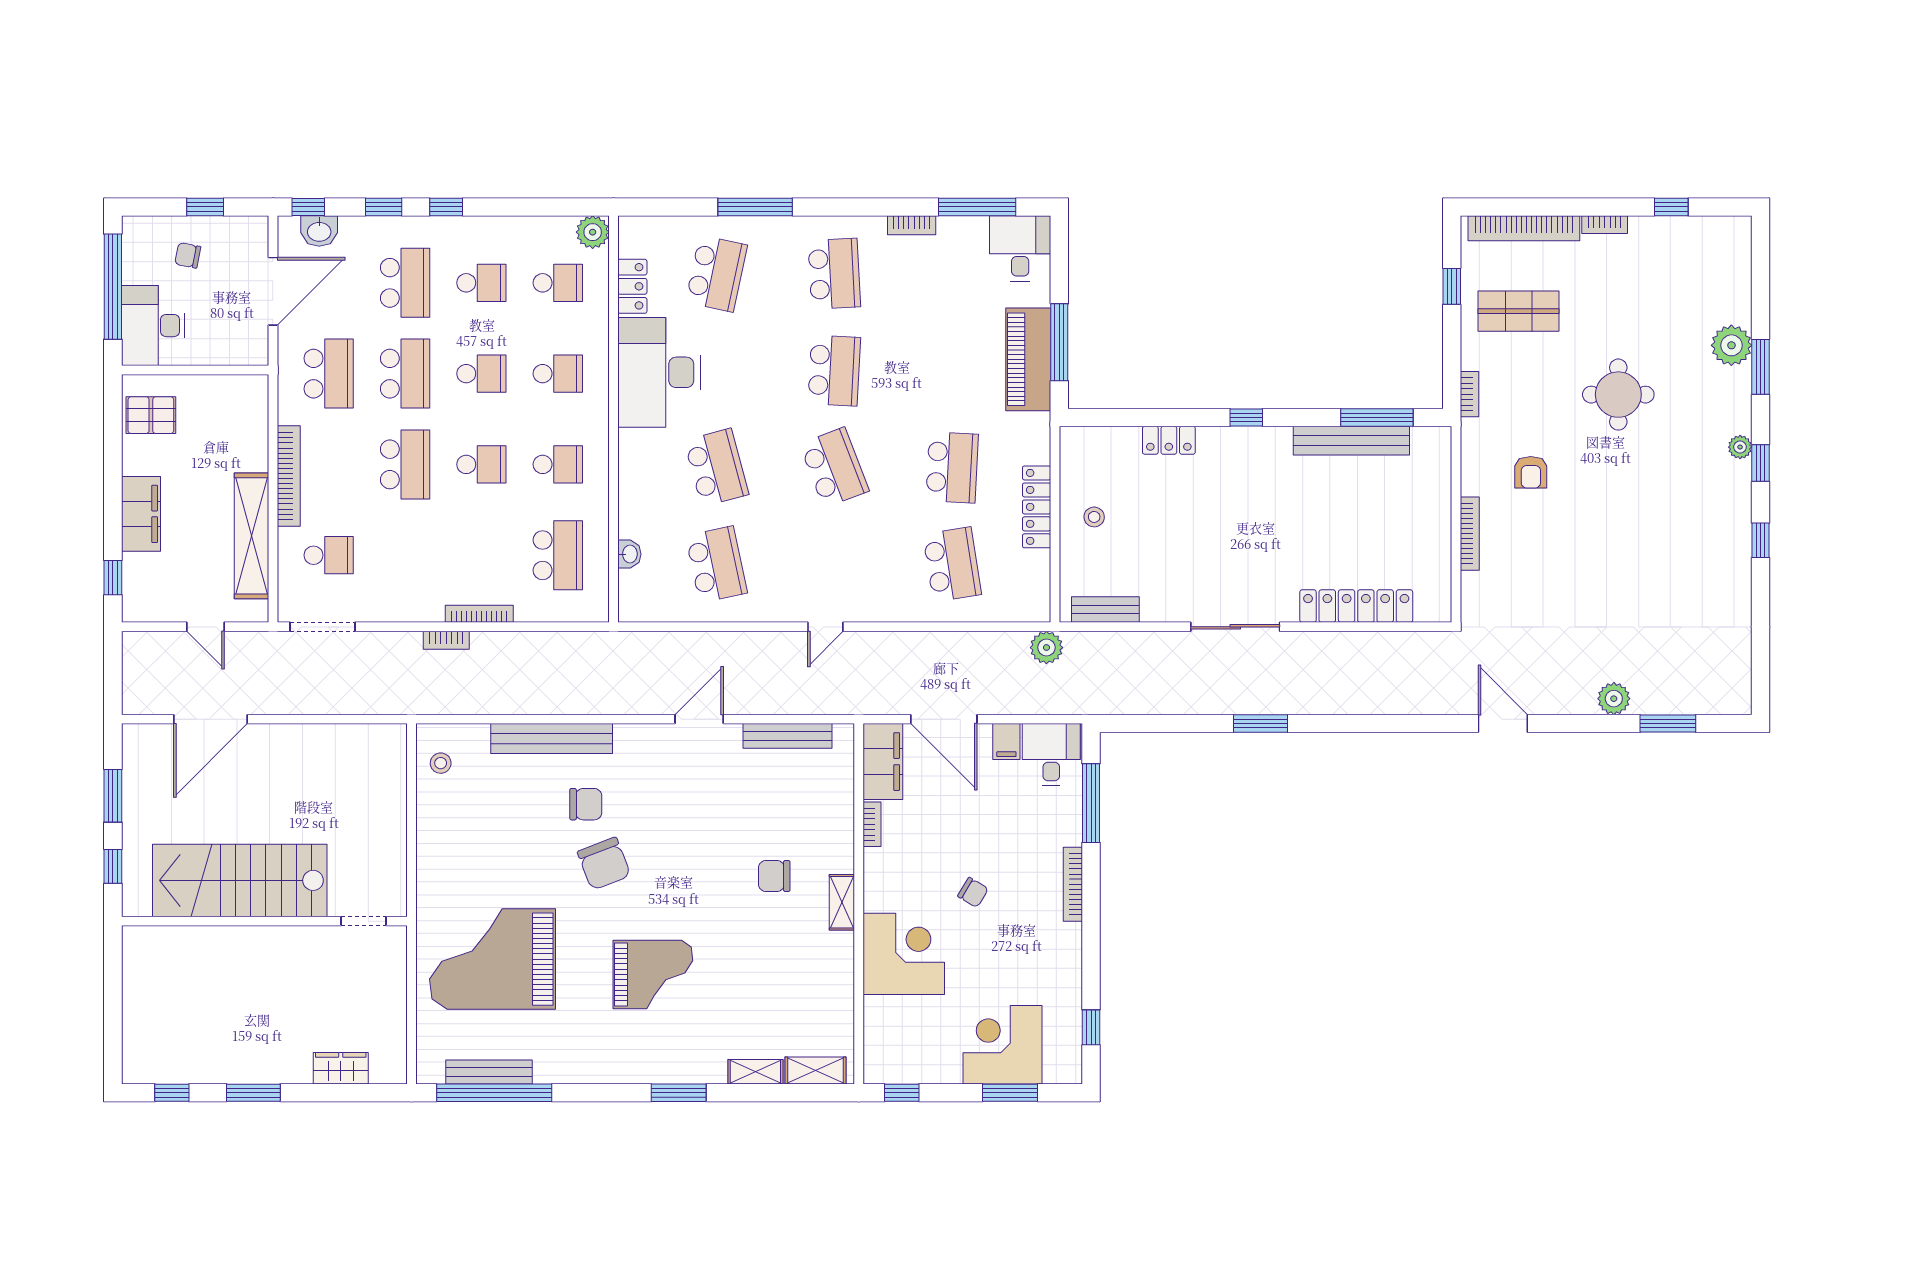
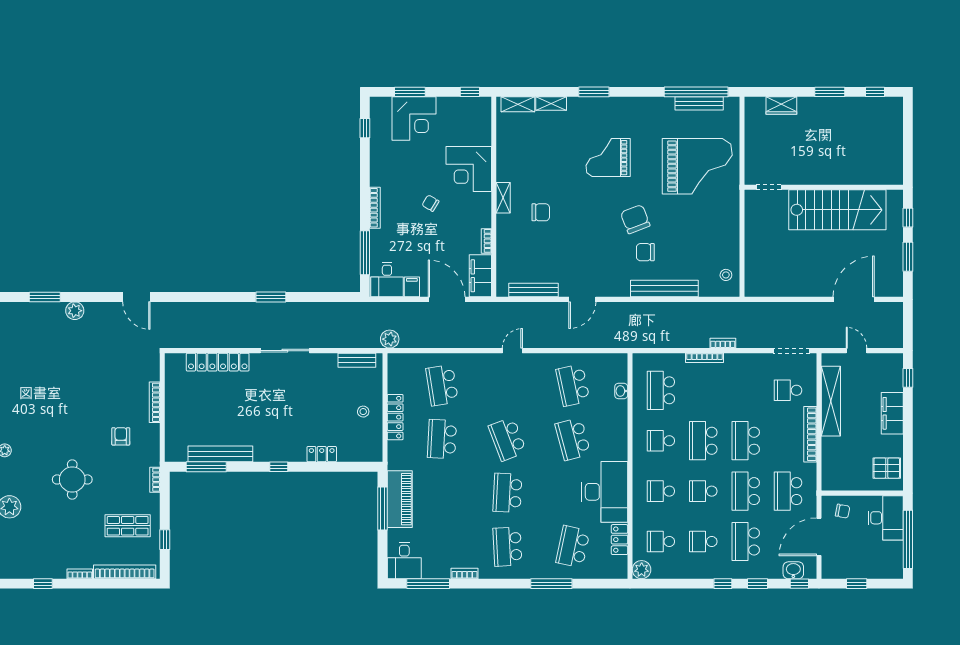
chair: (188, 255) -> (843, 511), moved
school desk: (481, 464) -> (703, 441), width x1.85

